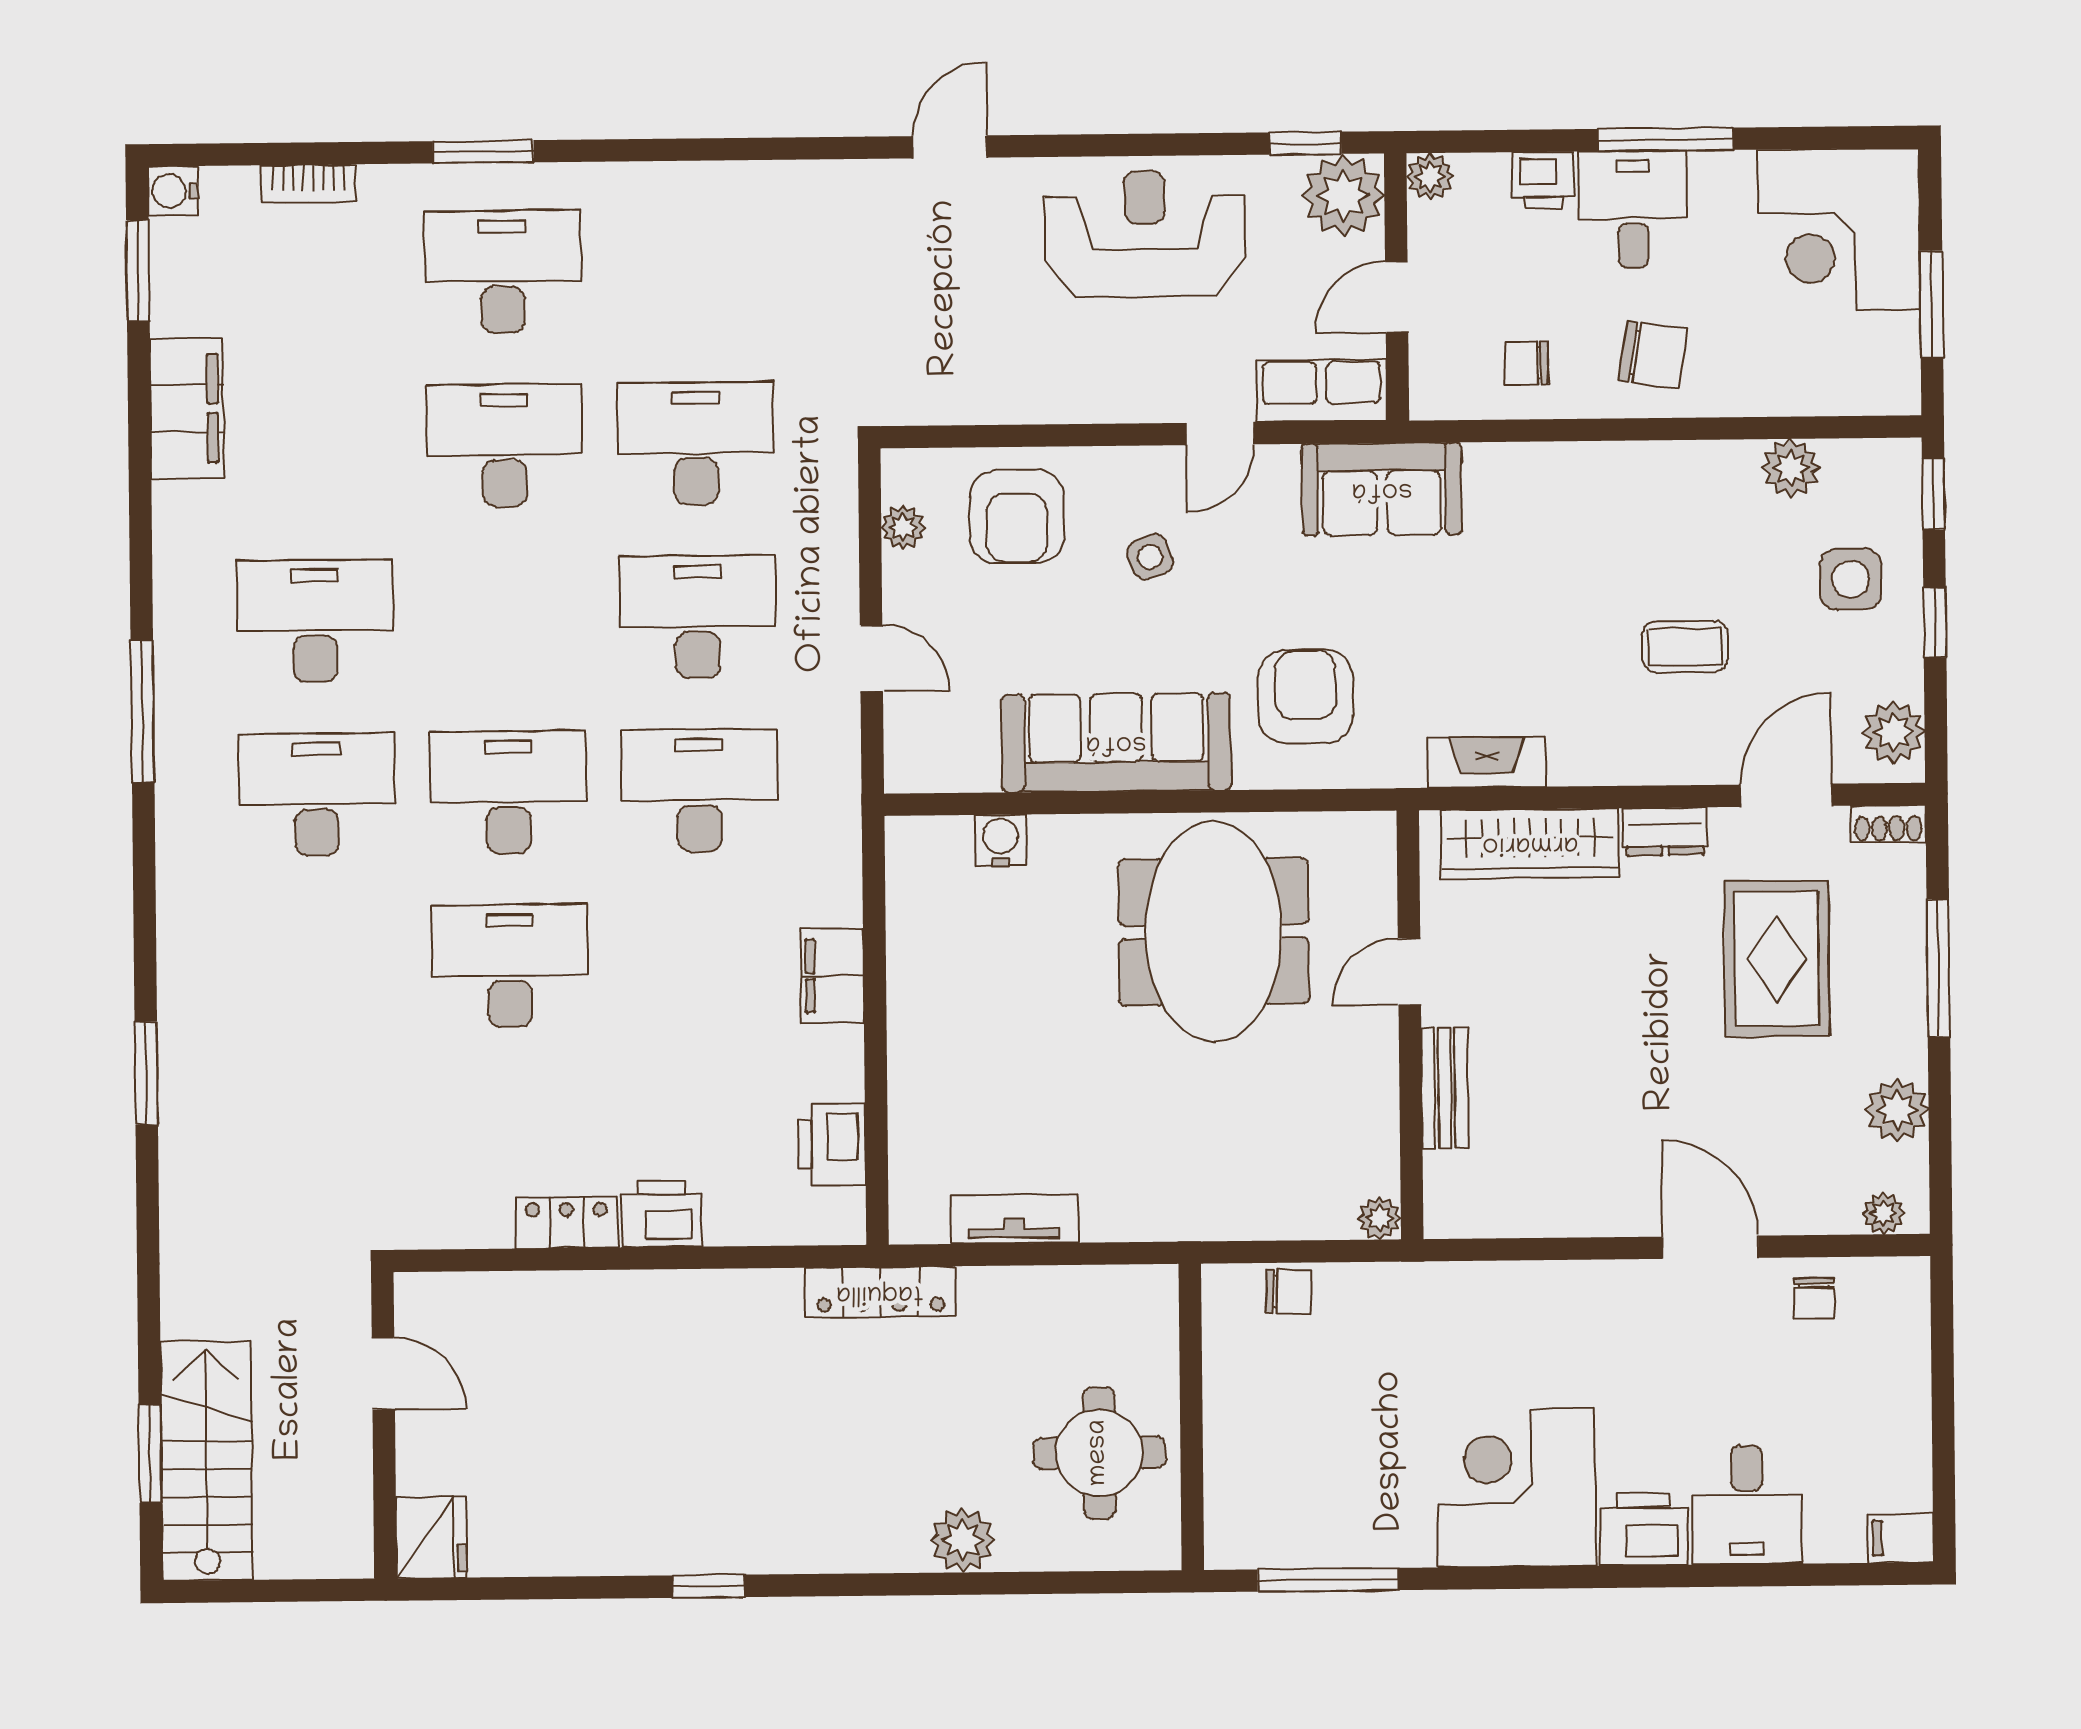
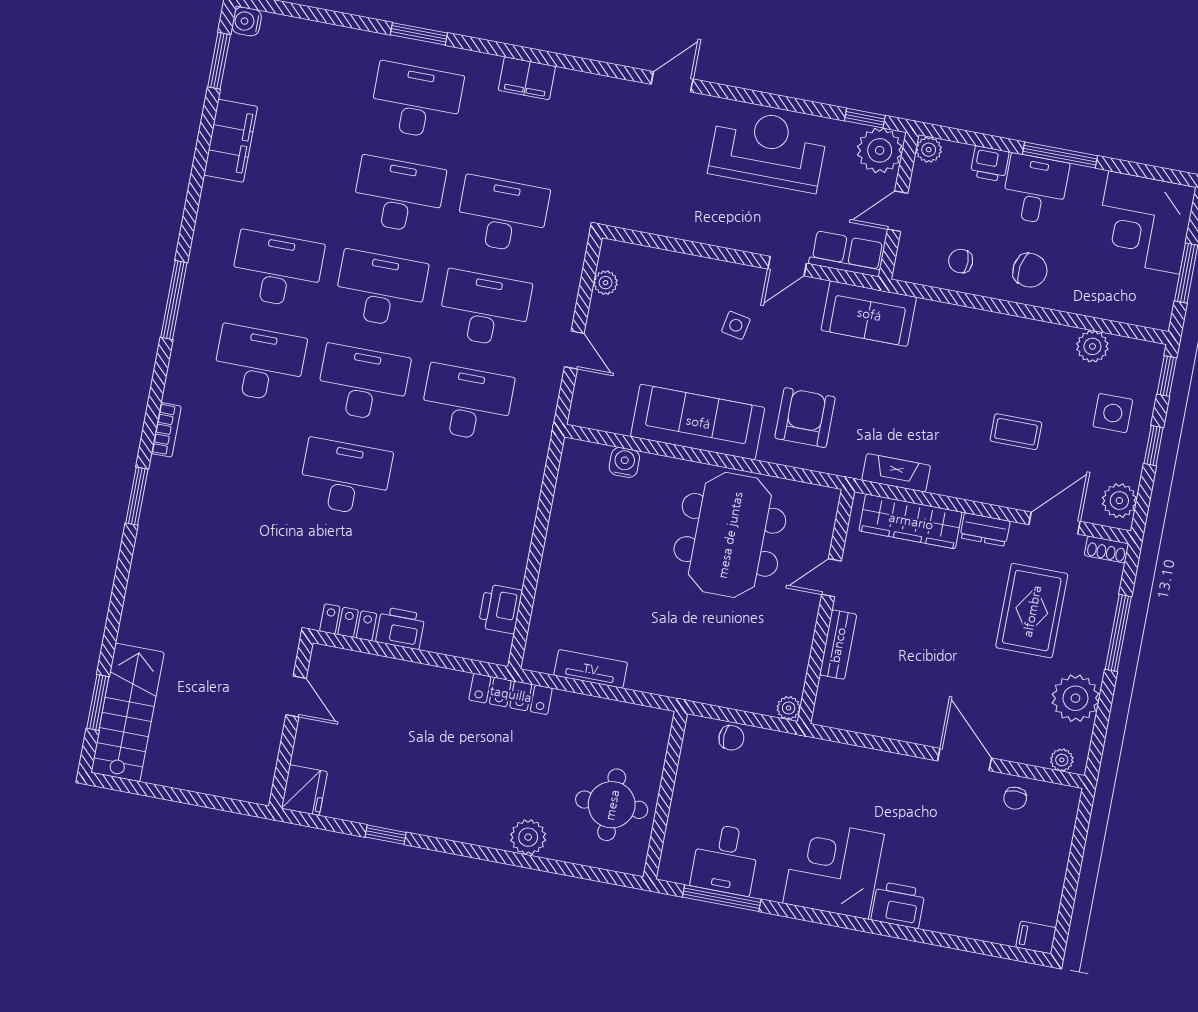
bookcase: (308, 184) -> (166, 430), moved, turned -90
armchair: (1017, 516) -> (668, 289), removed
side table: (1150, 557) -> (736, 325), turned 32
desk: (506, 619) -> (381, 289), added
filing cabinet: (832, 976) -> (527, 78), moved, turned -90
plant: (1897, 1110) -> (1075, 698), width x1.36, depth x1.36
door: (383, 1374) -> (296, 696), moved
wall: (384, 1425) -> (291, 724), moved
desk: (1747, 1505) -> (725, 859), moved
fridge: (431, 1537) -> (304, 790), moved

